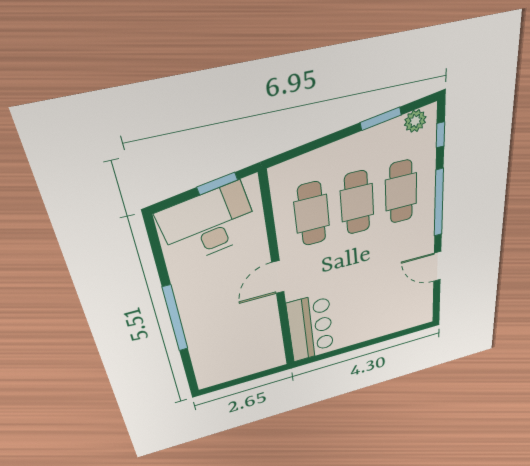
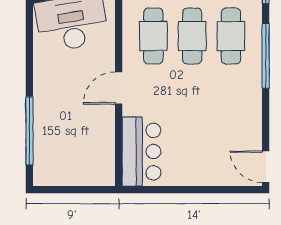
door: (437, 266) -> (266, 167), moved
window: (175, 319) -> (29, 131), moved

